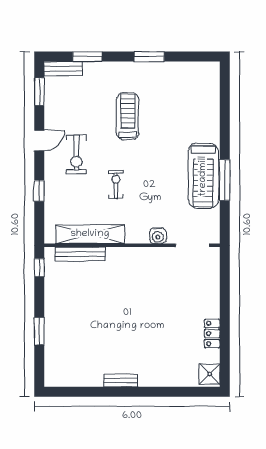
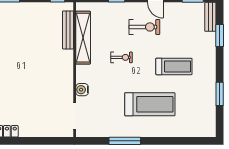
window: (149, 57) -> (220, 94), moved
exercise bike: (76, 155) -> (144, 27), turned 180
treadmill: (203, 176) -> (150, 104), moved, turned 180

